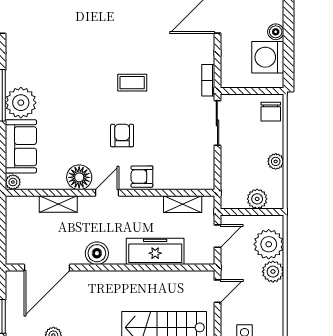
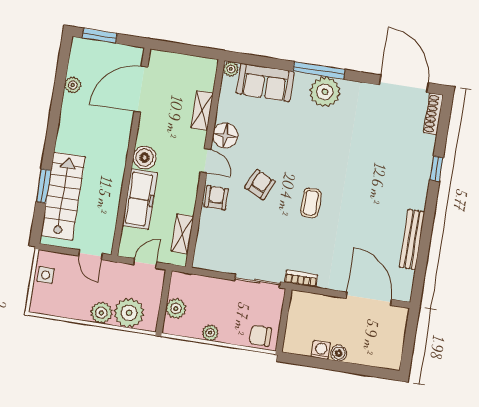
washing machine: (268, 57) -> (321, 350), width x0.53, depth x0.53
plant: (21, 103) -> (325, 92), moved
armchair: (122, 136) -> (260, 184), turned -65
door: (217, 236) -> (145, 263), swing flipped
boiler: (97, 253) -> (145, 158), moved
door: (47, 268) -> (141, 89), hinge flipped

